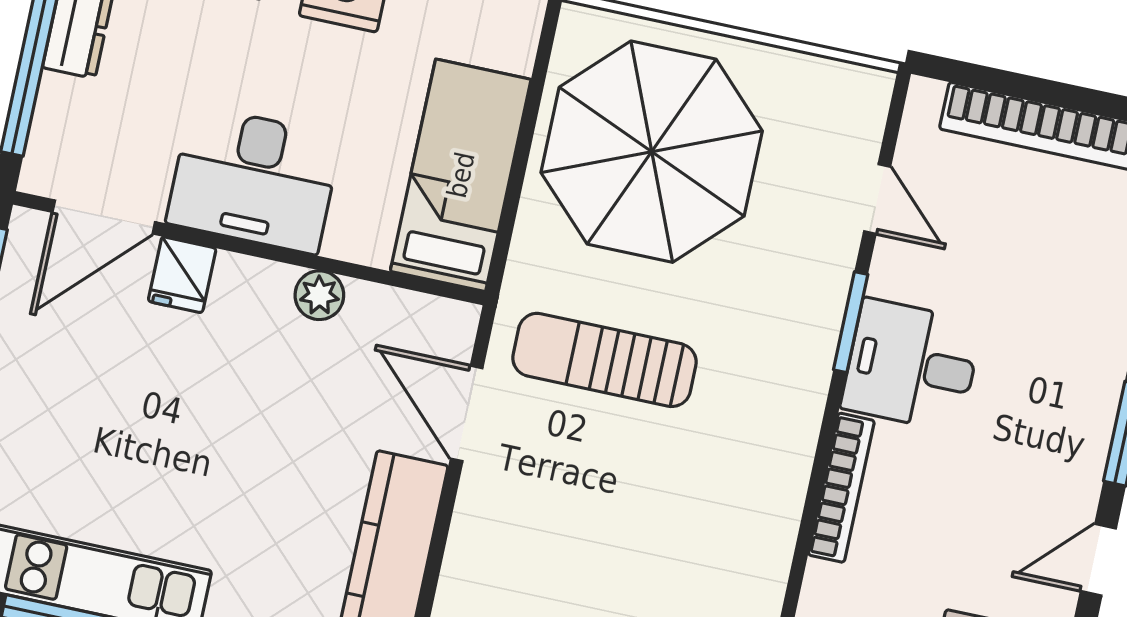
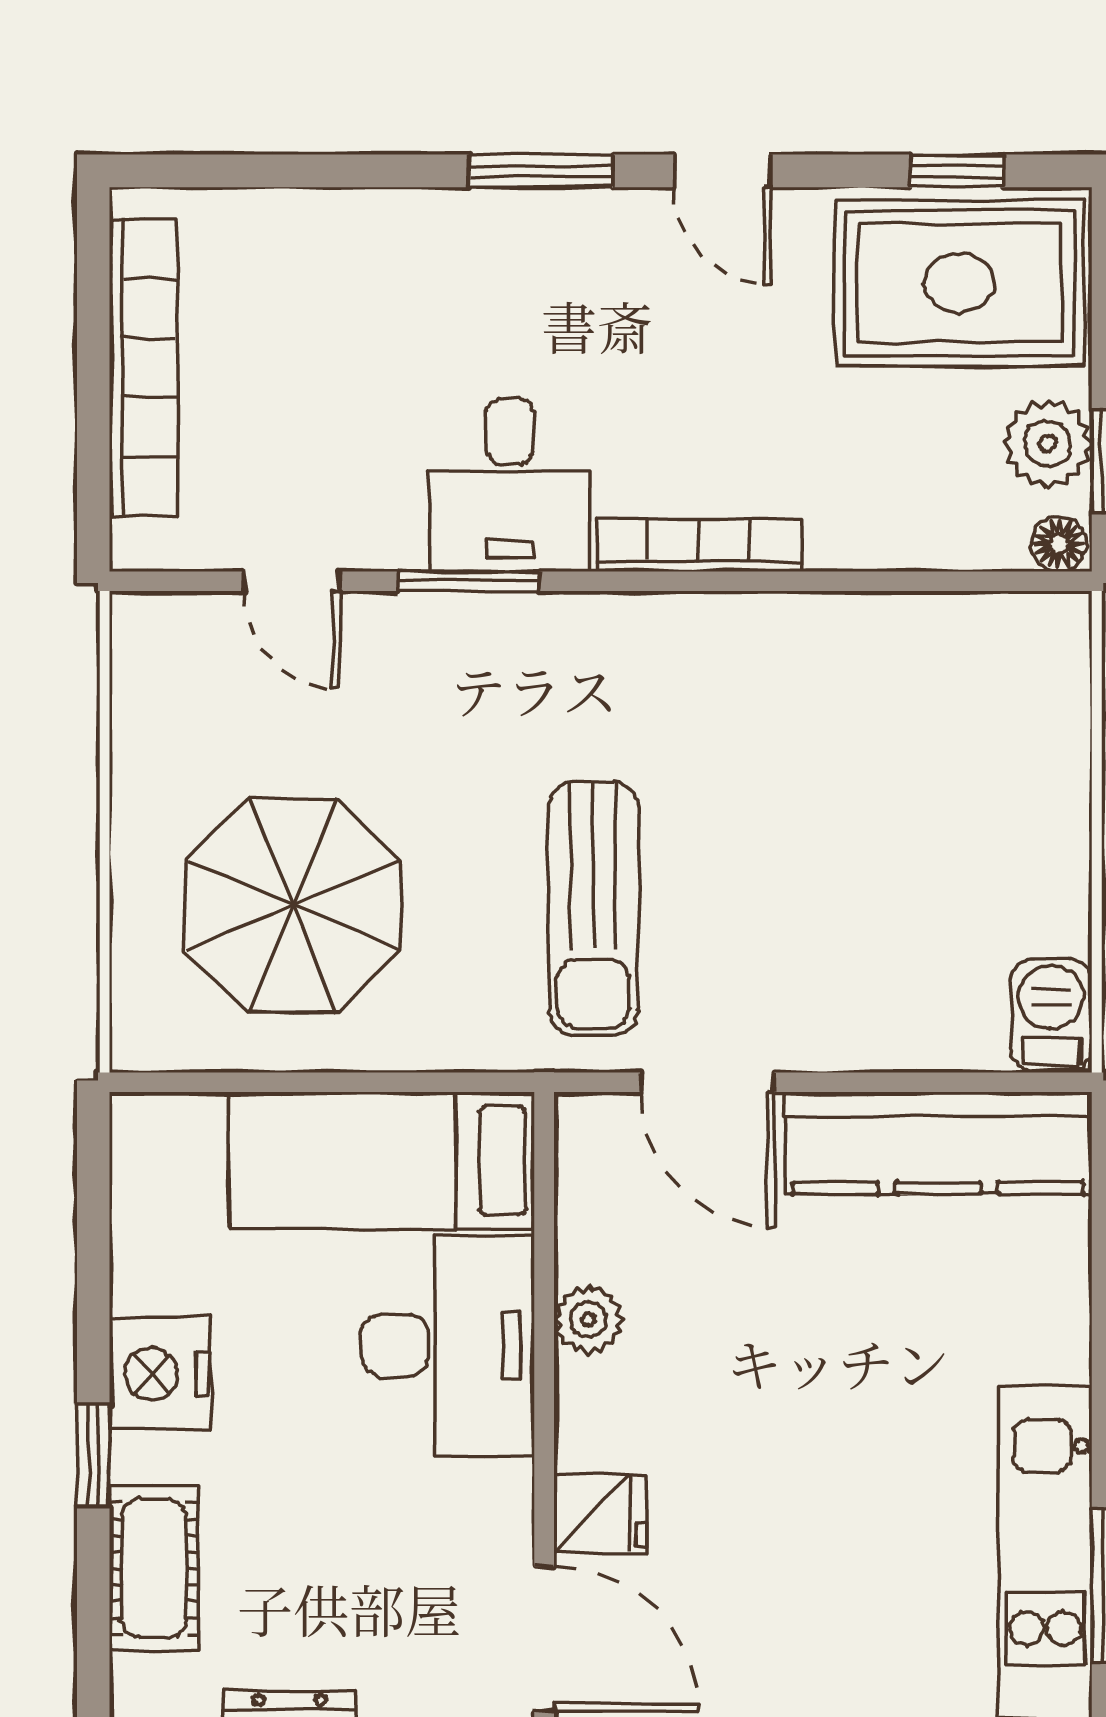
parasol: (652, 152) -> (293, 905), width x0.73, depth x0.73
desk: (254, 179) -> (448, 1345), moved
door: (877, 199) -> (292, 581), swing flipped
door: (467, 413) -> (707, 1082), hinge flipped

